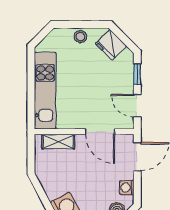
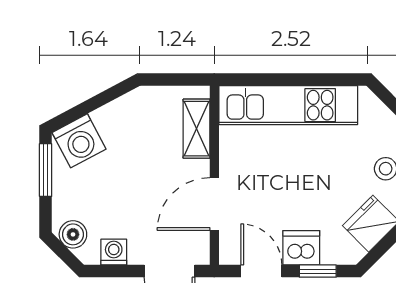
dishwasher: (124, 83) -> (301, 248), added
door: (137, 106) -> (261, 271), hinge flipped

